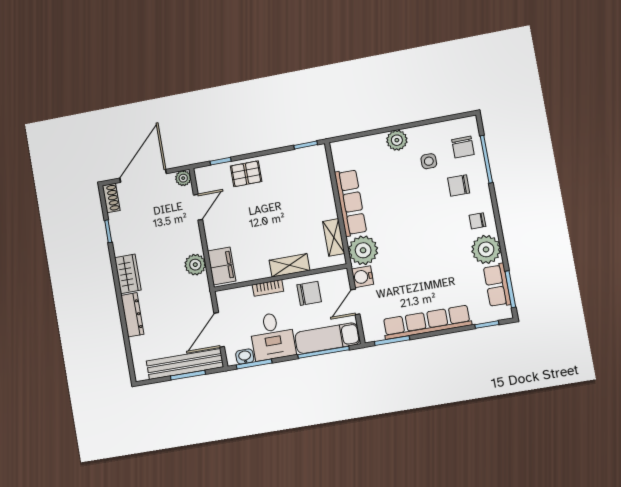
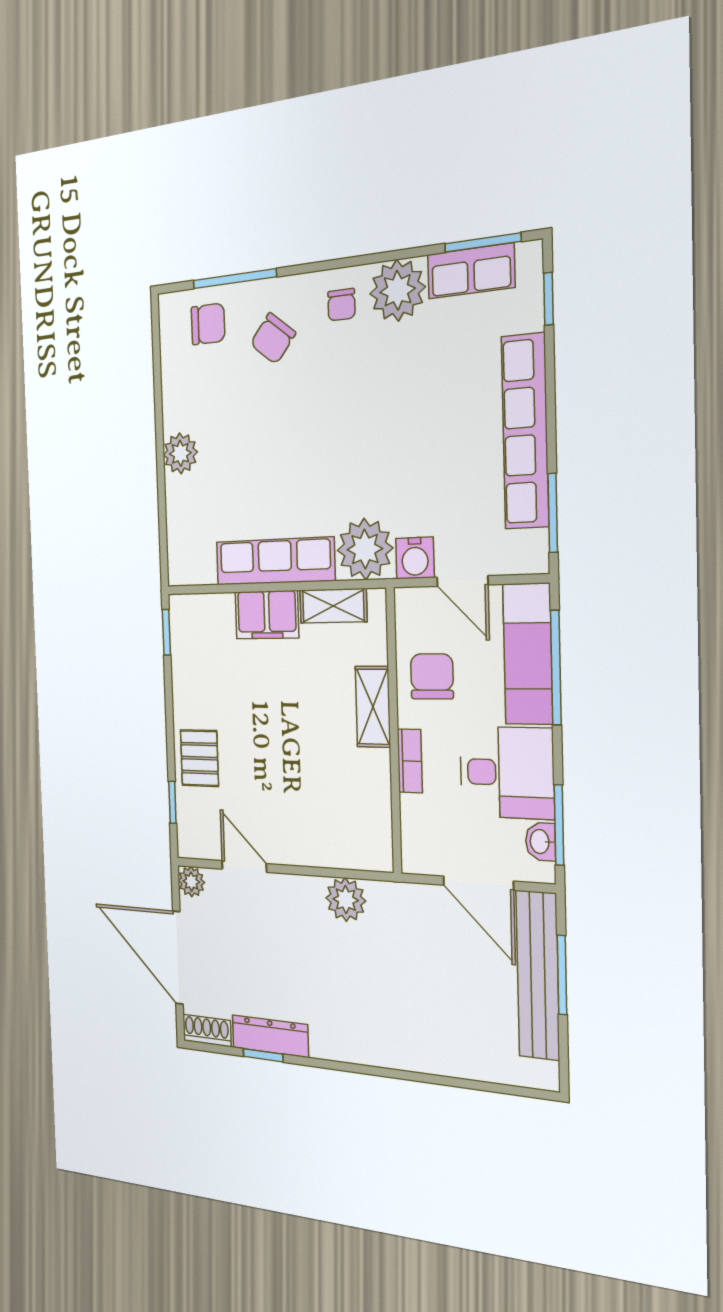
side table: (429, 161) -> (223, 394), removed
chair: (459, 186) -> (273, 338), turned 39
filing cabinet: (222, 266) -> (267, 615), moved, turned 180
wardrobe: (128, 274) -> (344, 1041), removed
dresser: (132, 315) -> (270, 1036), moved

